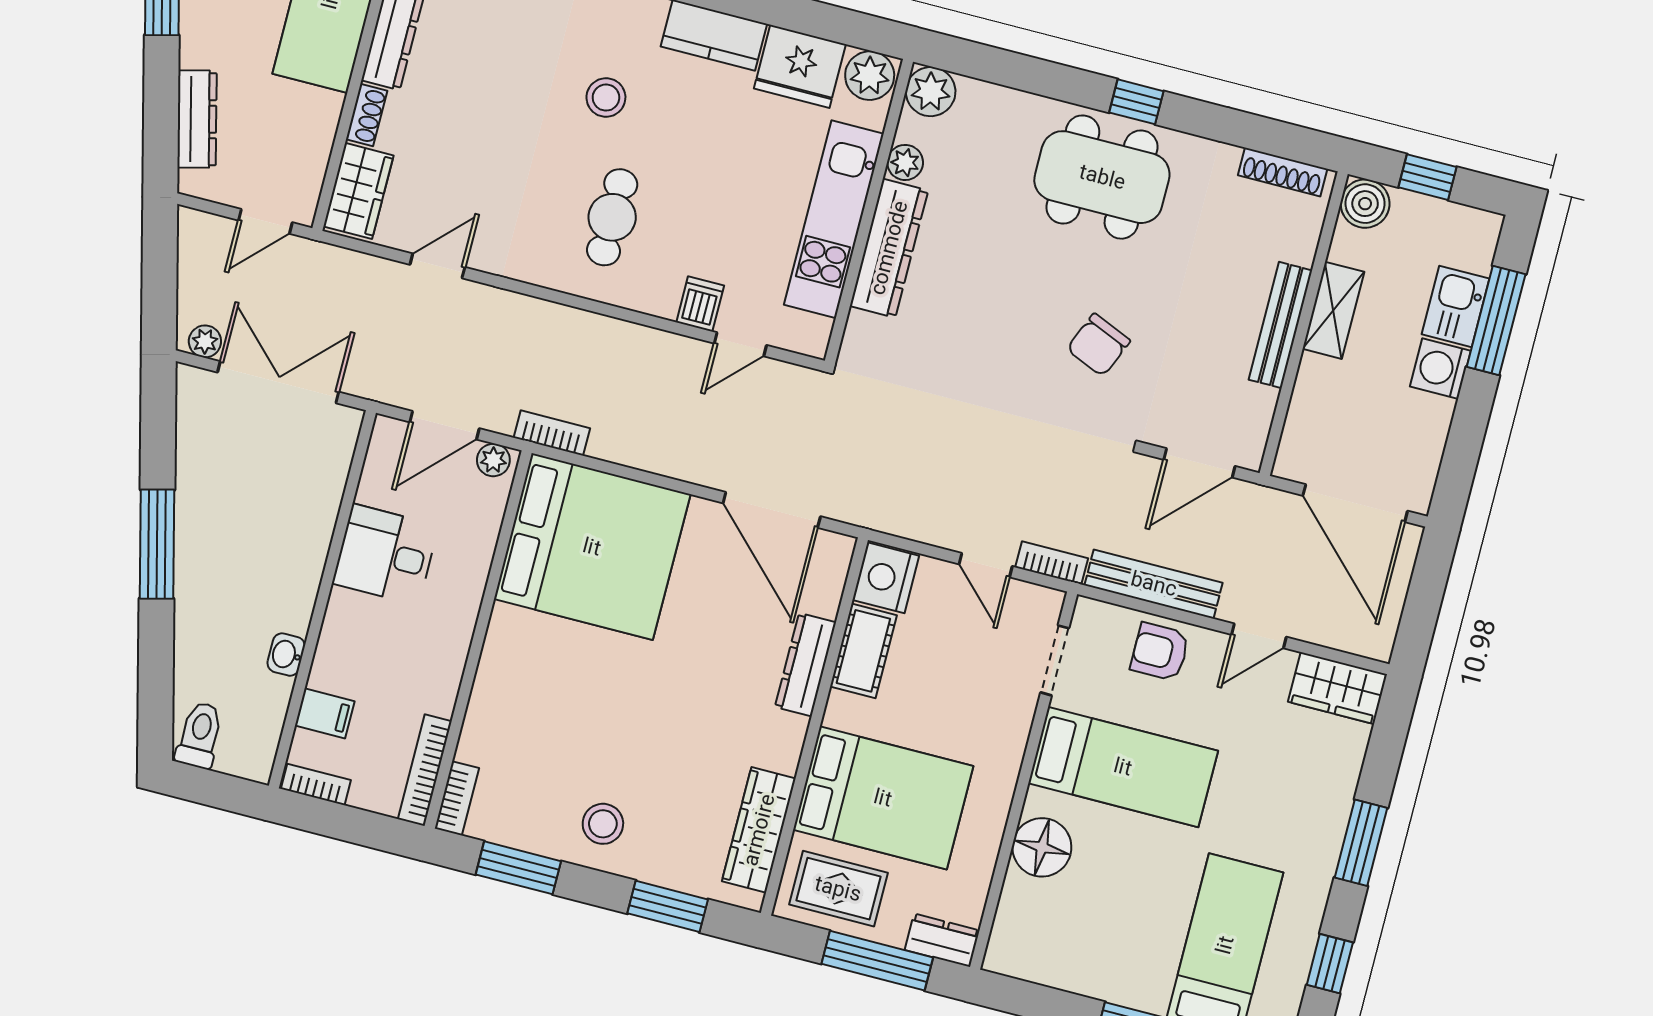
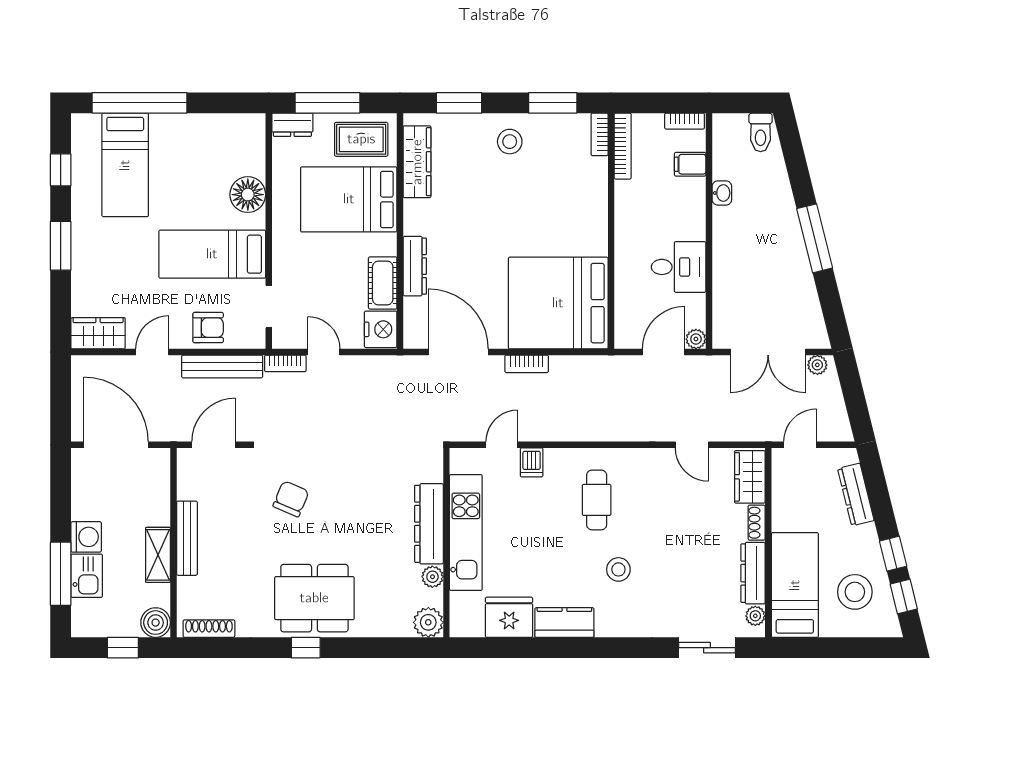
plant: (870, 76) -> (467, 622), removed
door: (437, 266) -> (692, 445), hinge flipped
bookcase: (552, 433) -> (527, 364), moved
plant: (493, 460) -> (696, 339), moved

